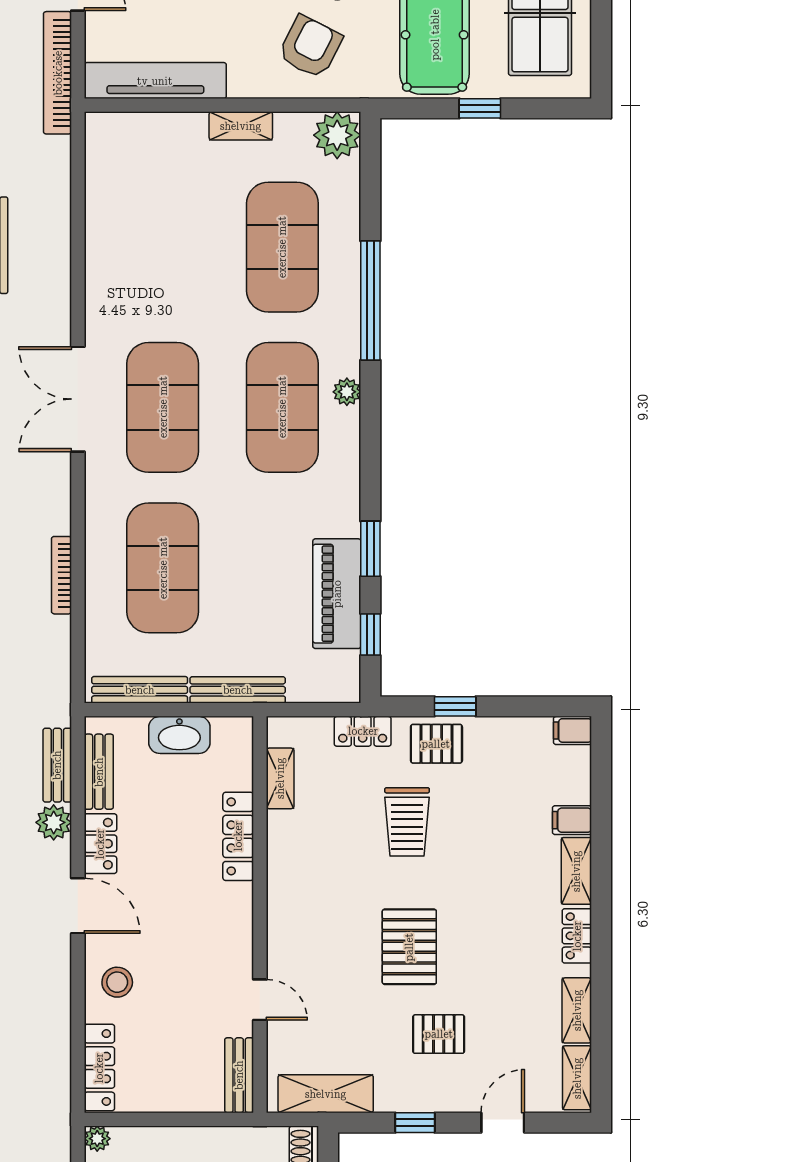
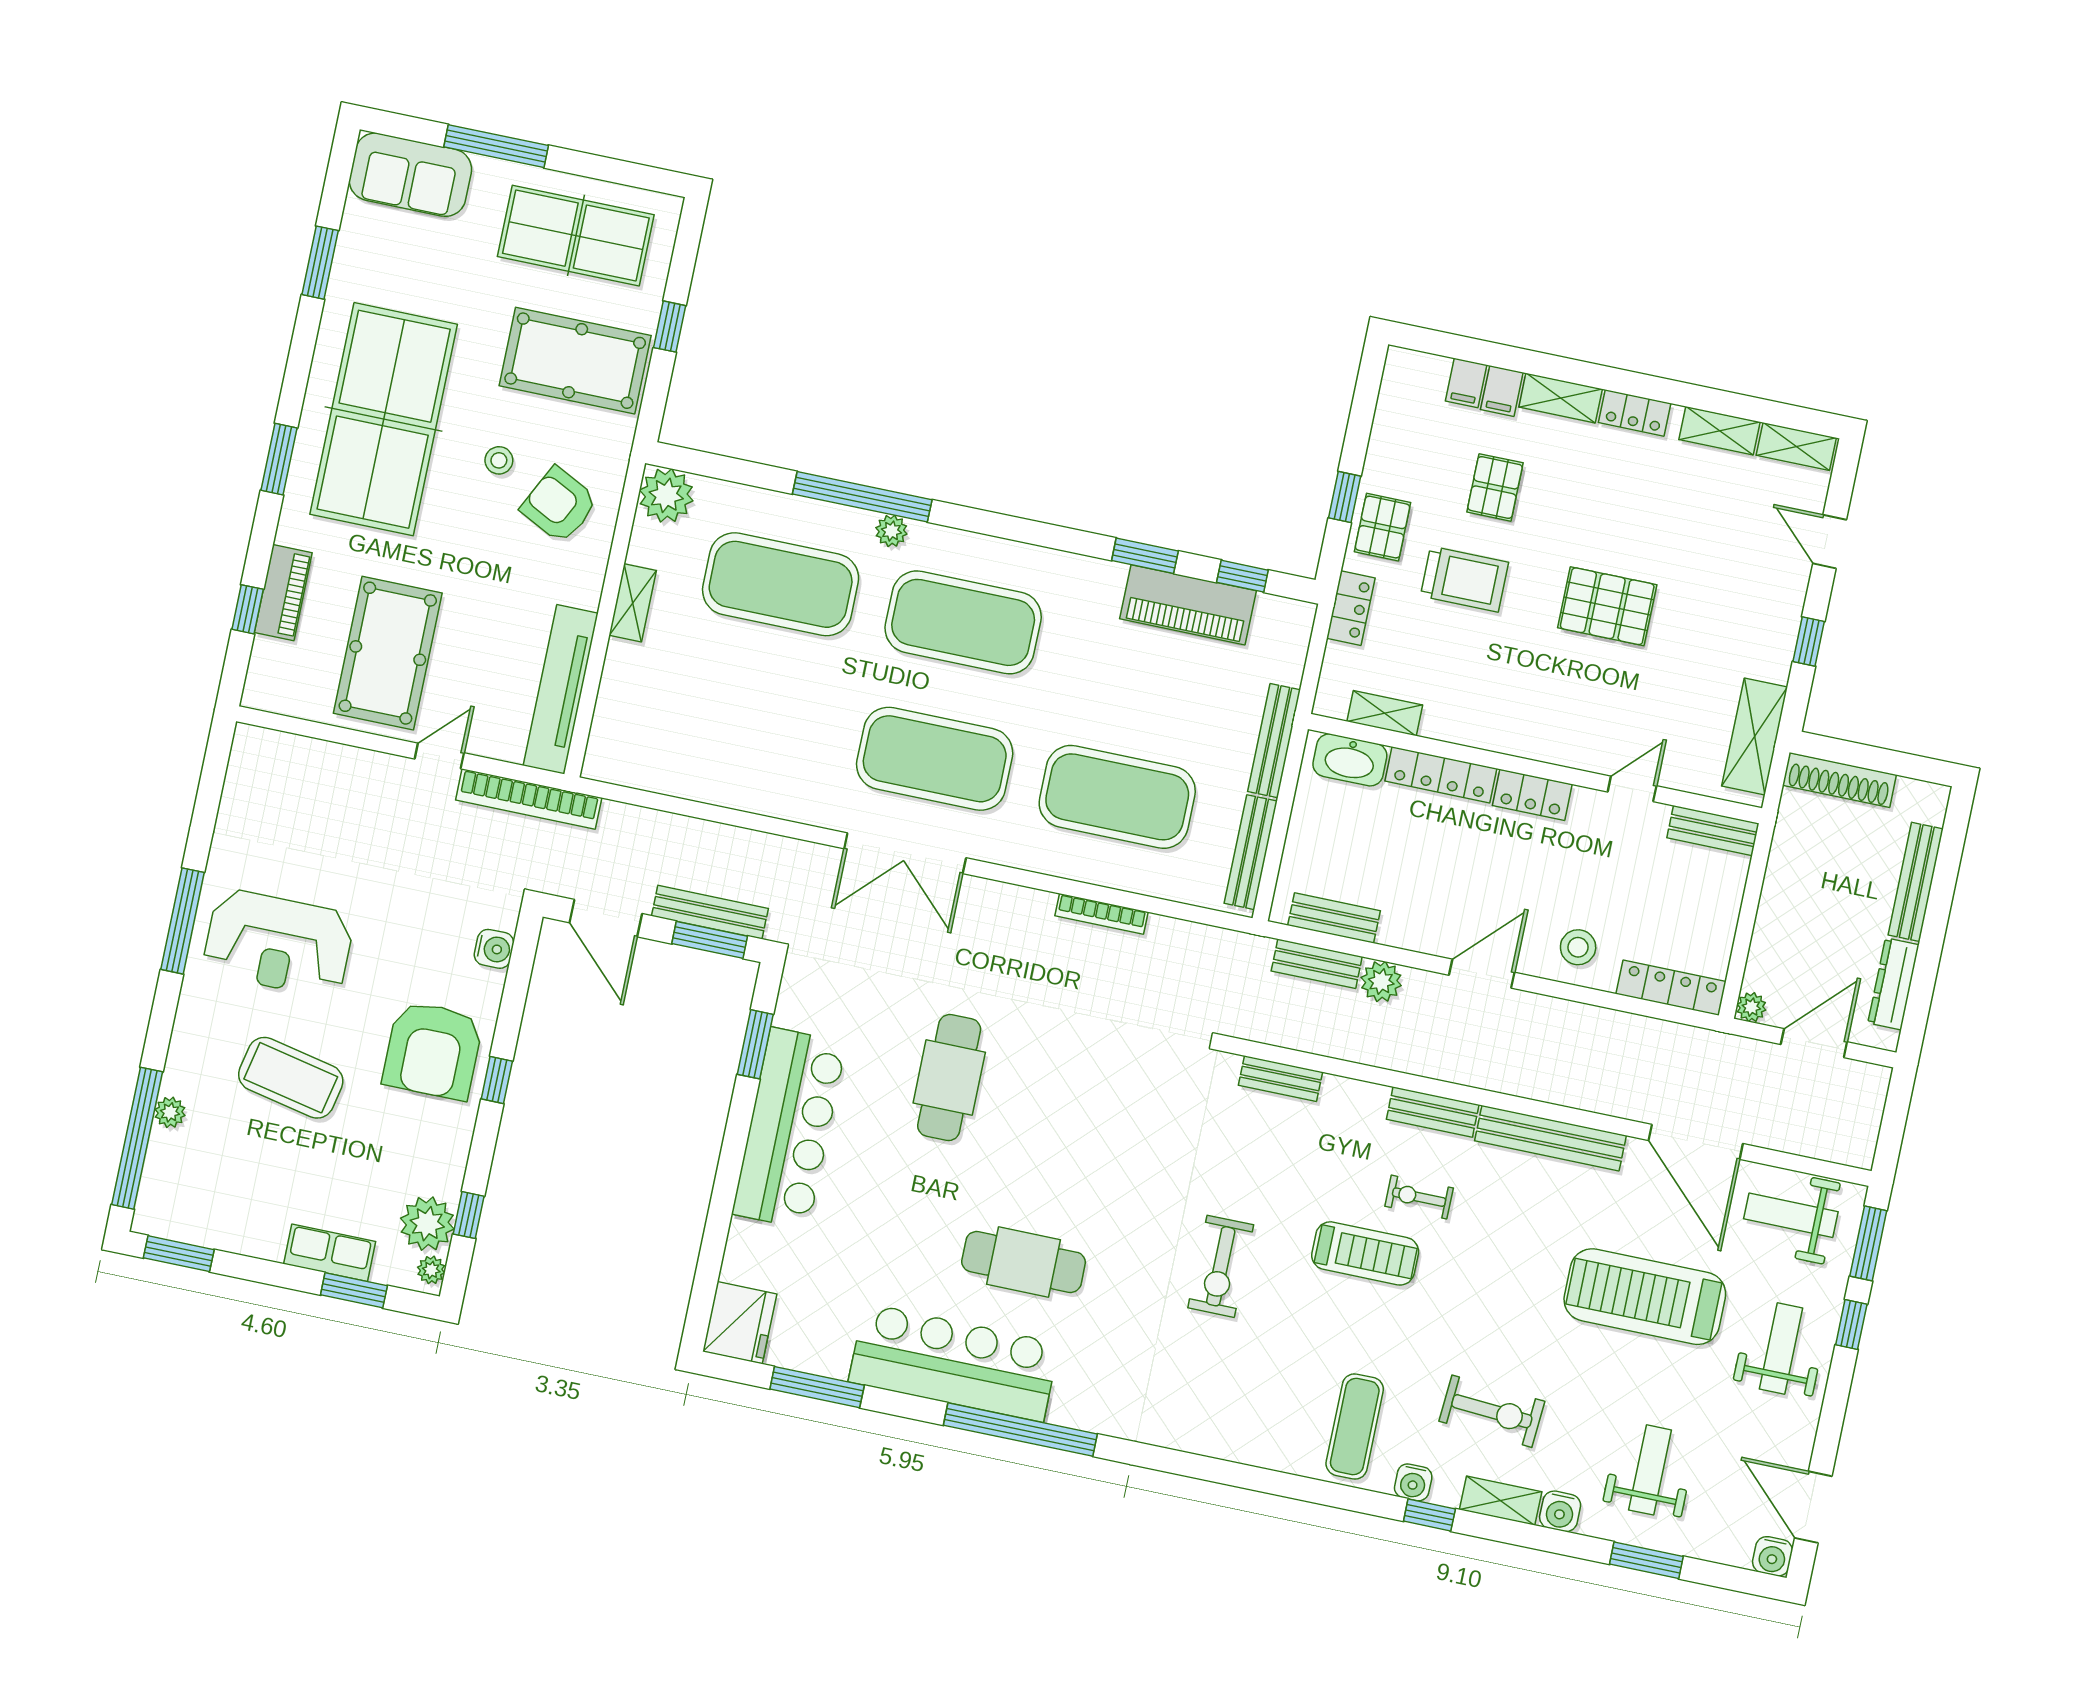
plant: (347, 392) -> (891, 531), moved
filing cabinet: (573, 730) -> (1466, 383), moved
washbasin: (179, 735) -> (1350, 760), moved, turned 90
locker: (100, 844) -> (1532, 795), moved, turned 180
pallet: (439, 1034) -> (1495, 487), moved

